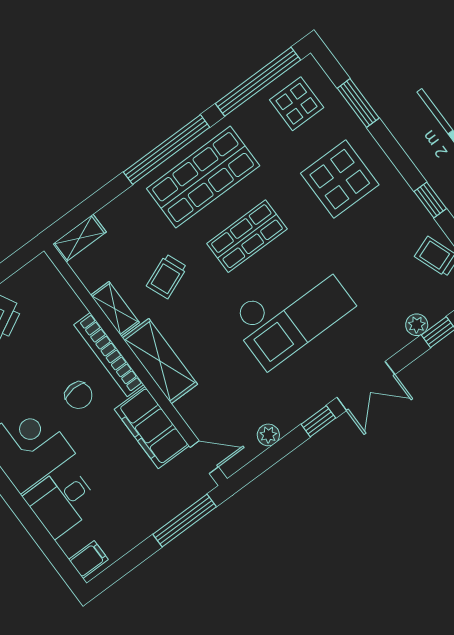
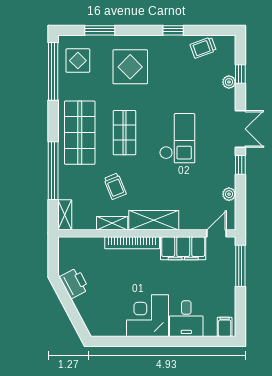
window: (167, 150) -> (53, 171), moved
checkout: (291, 311) -> (177, 138), width x0.73, depth x0.83
chair: (79, 395) -> (141, 272), removed

